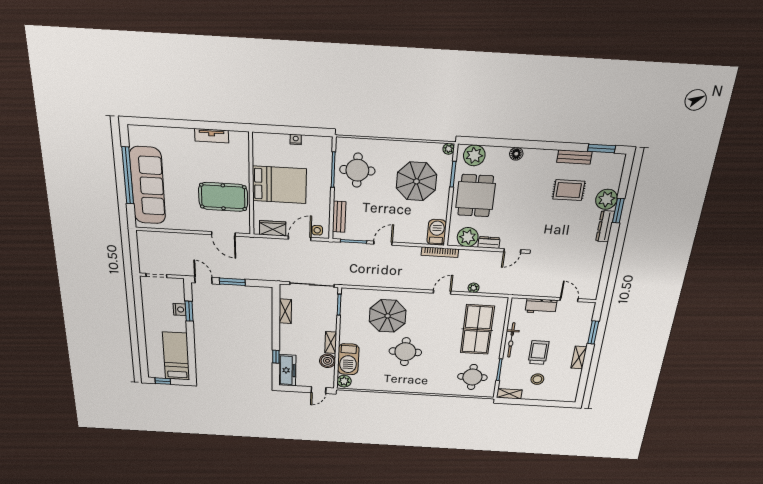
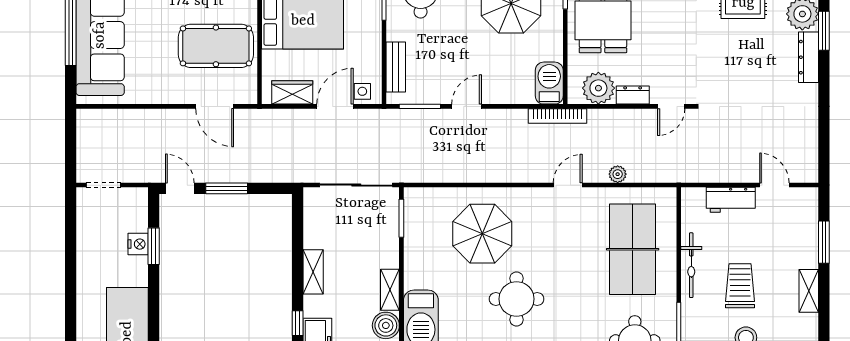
shelving: (285, 311) -> (313, 272), moved

